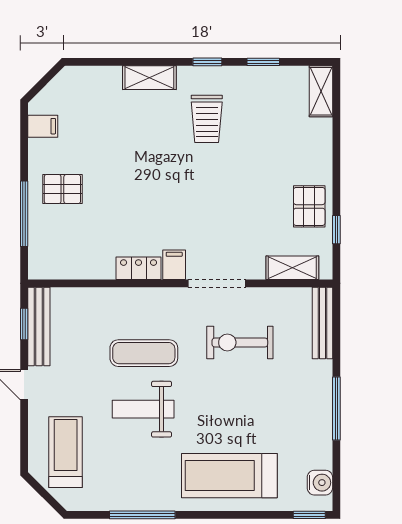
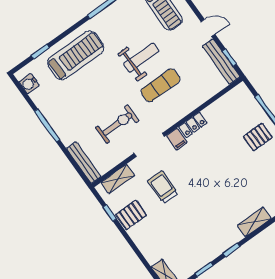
trolley: (207, 119) -> (163, 187), moved
pallet: (309, 206) -> (131, 215), turned 90
window: (309, 515) -> (40, 52), moved

